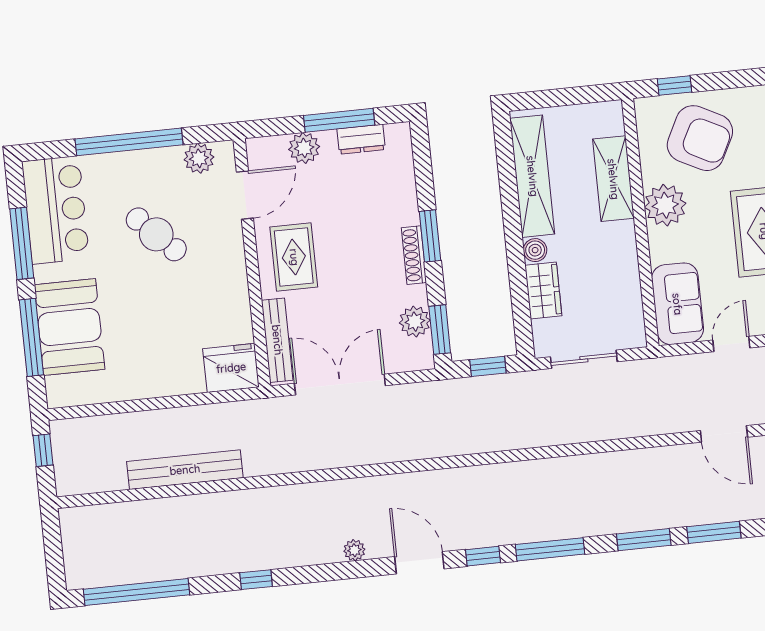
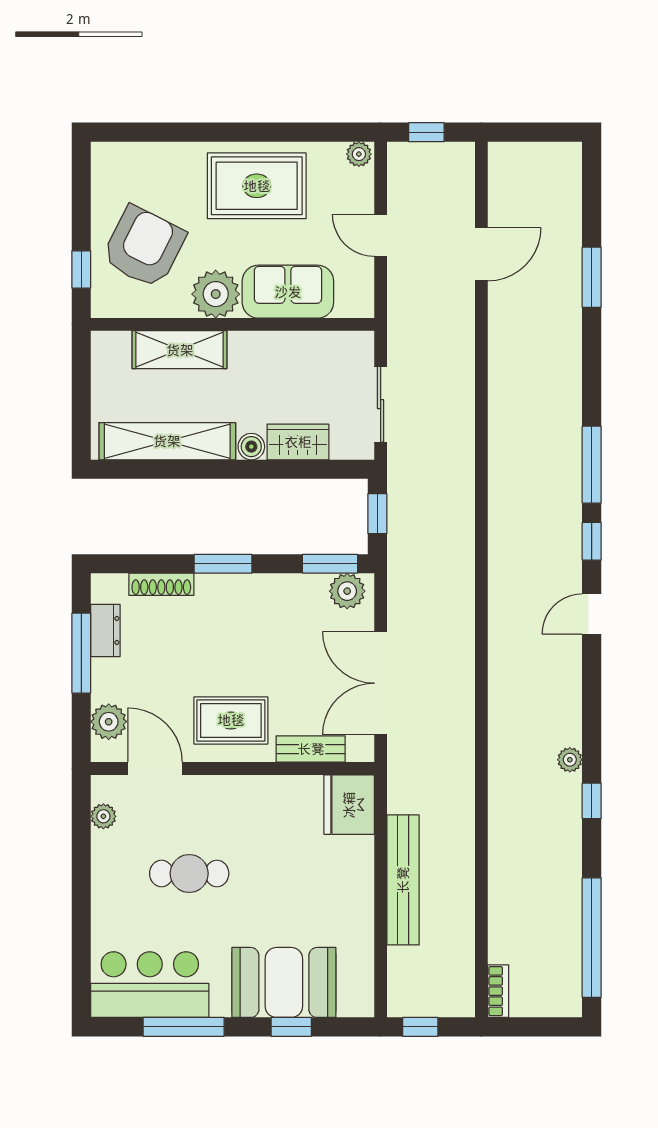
window: (129, 142) -> (81, 894), removed
plant: (304, 148) -> (109, 722), moved
plant: (199, 158) -> (103, 816), width x0.73, depth x0.73
cafe table: (156, 234) -> (189, 873), turned 45
shoe rack: (414, 255) -> (161, 584), moved
sofa: (677, 304) -> (288, 292), moved
plant: (415, 322) -> (347, 591), moved
window: (31, 337) -> (291, 1027), width x0.46
bench: (277, 340) -> (311, 749), width x0.73
bench: (185, 470) -> (403, 880), moved
bookcase: (81, 515) -> (498, 991), added
window: (644, 540) -> (592, 357), removed
plant: (354, 550) -> (570, 760), moved
door: (419, 563) -> (592, 614), width x0.73

